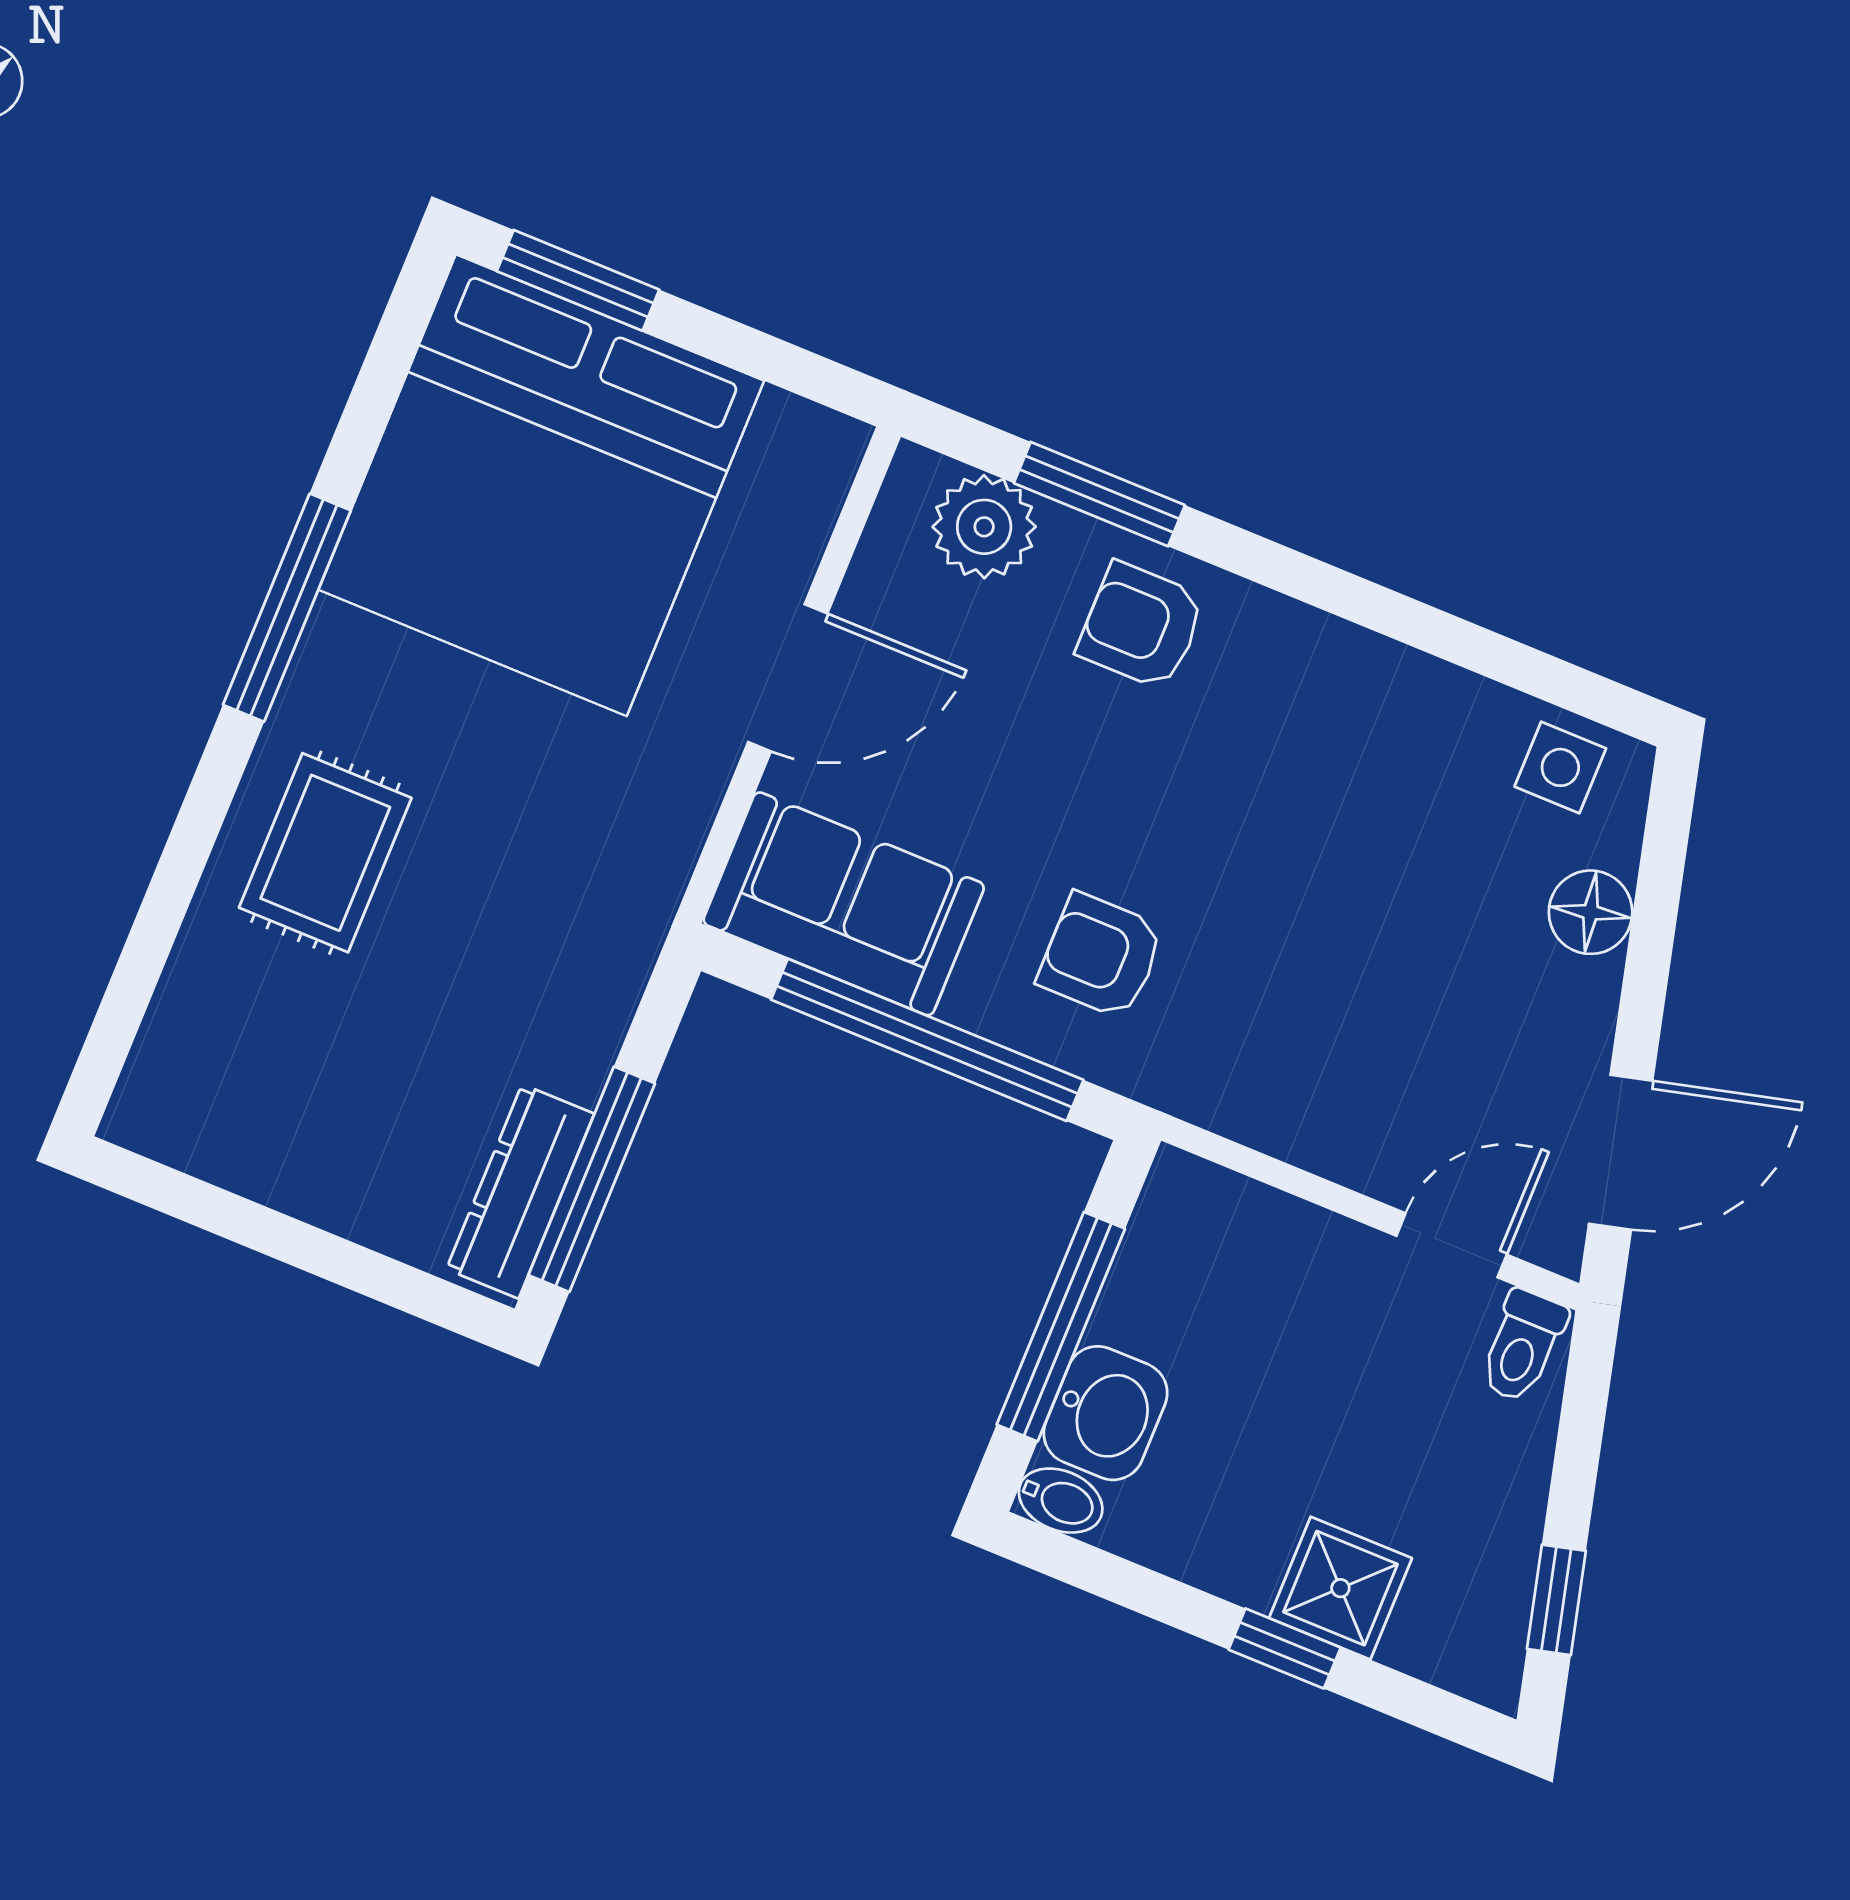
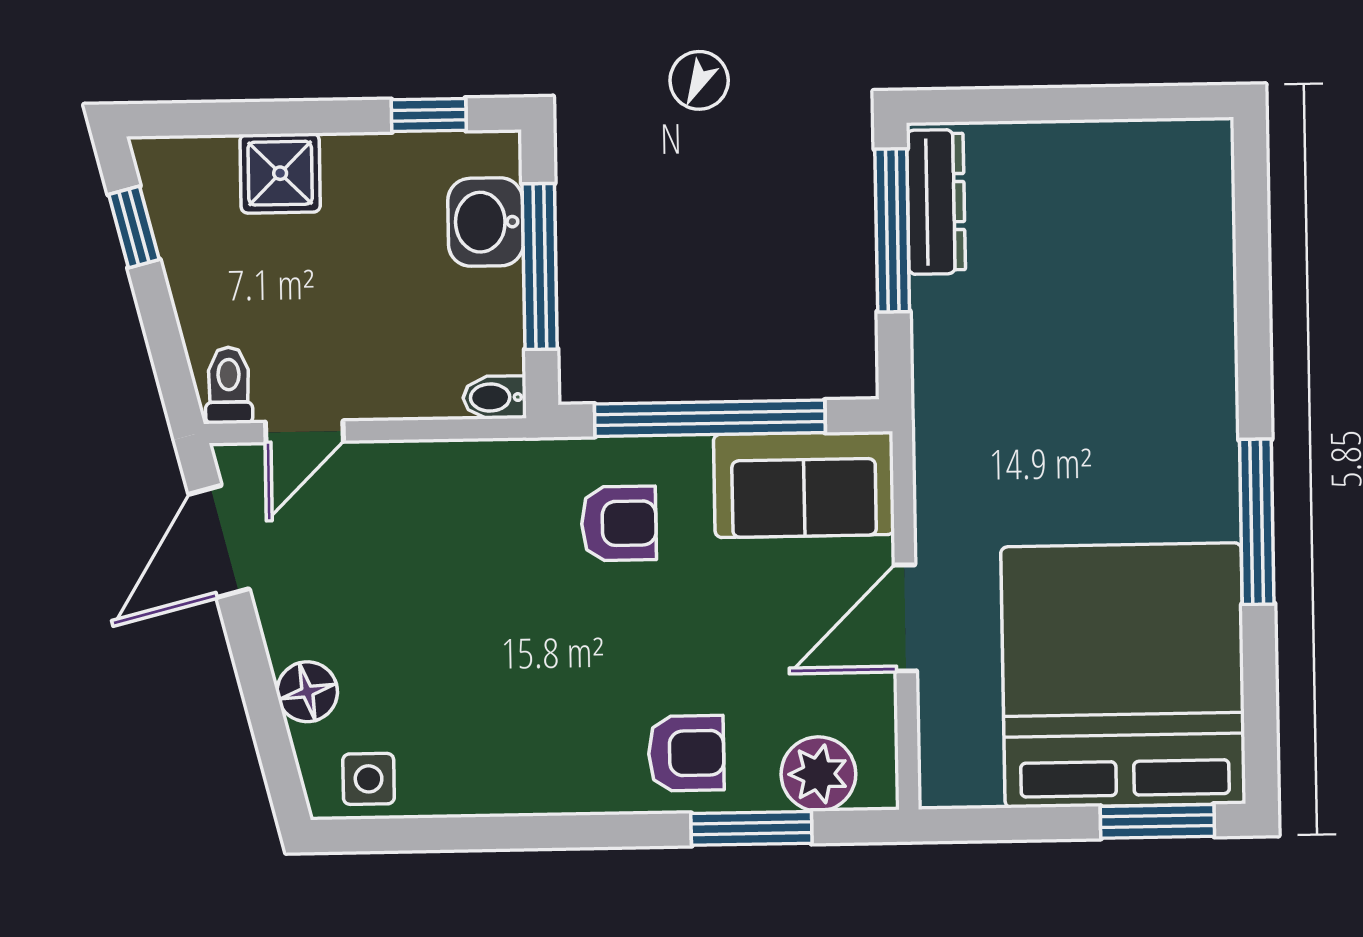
rug: (325, 853) -> (1161, 370), removed
bidet: (1061, 1501) -> (495, 397), moved
window: (1285, 1649) -> (429, 115), moved

